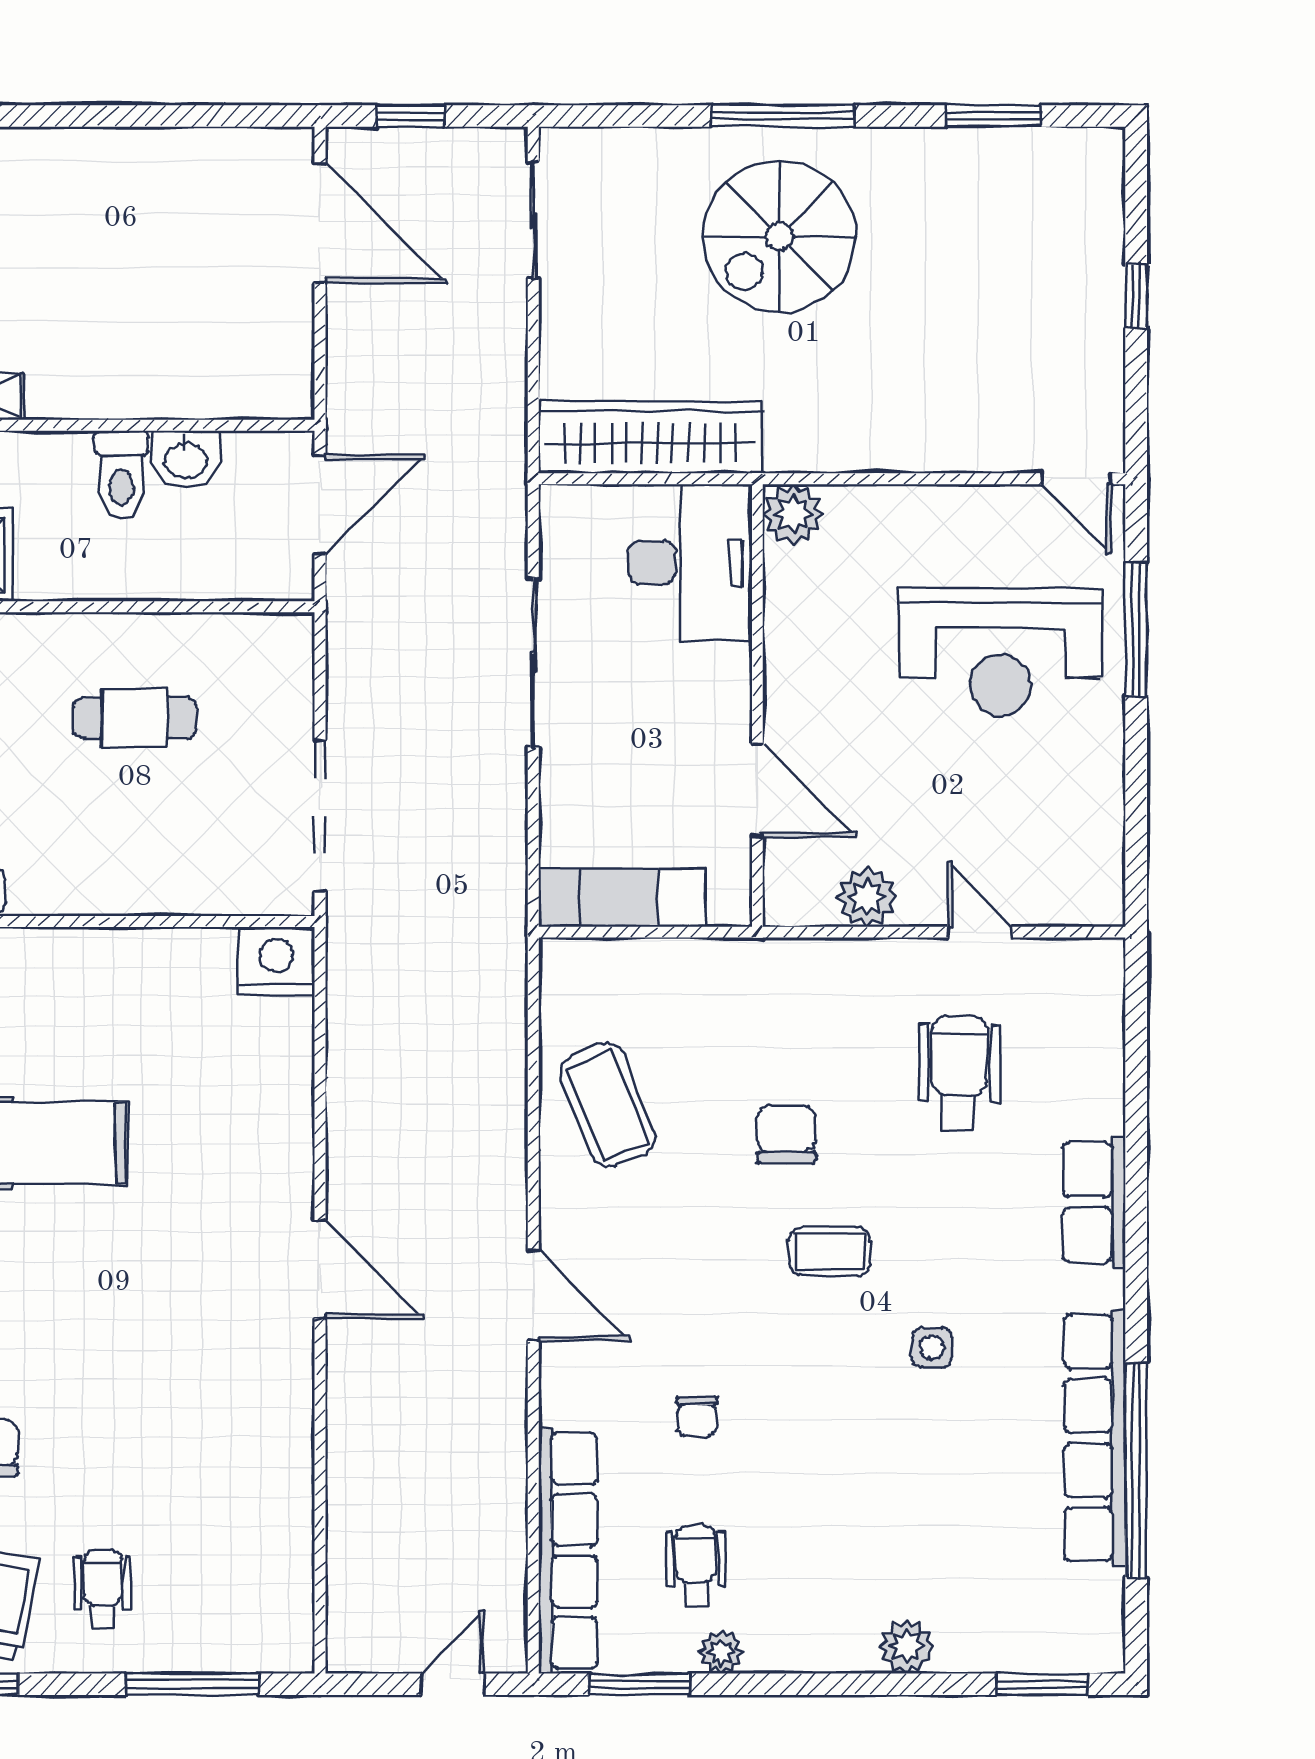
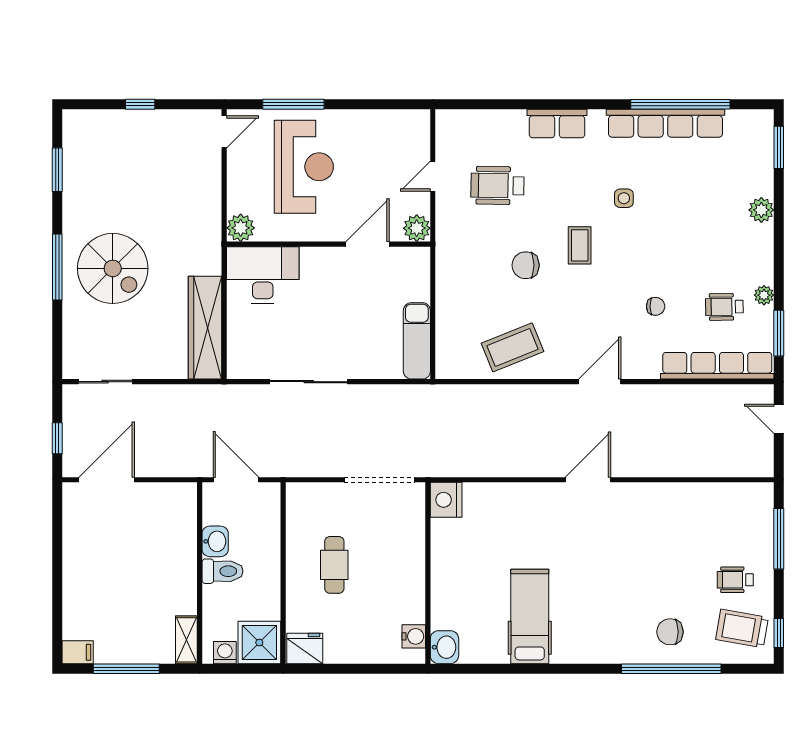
plant: (793, 514) -> (241, 228), moved
desk: (690, 563) -> (263, 275), moved
wall: (757, 705) -> (328, 244), moved
door: (757, 790) -> (368, 244), moved

